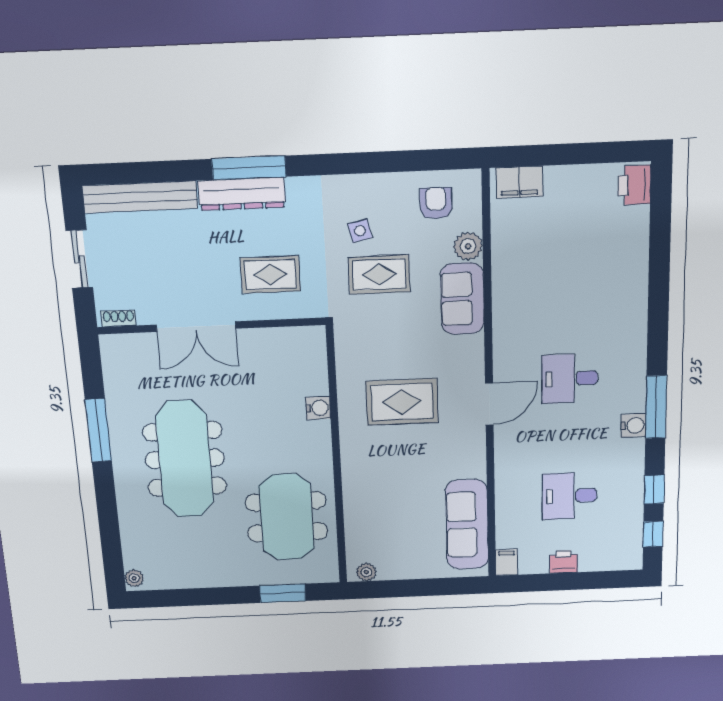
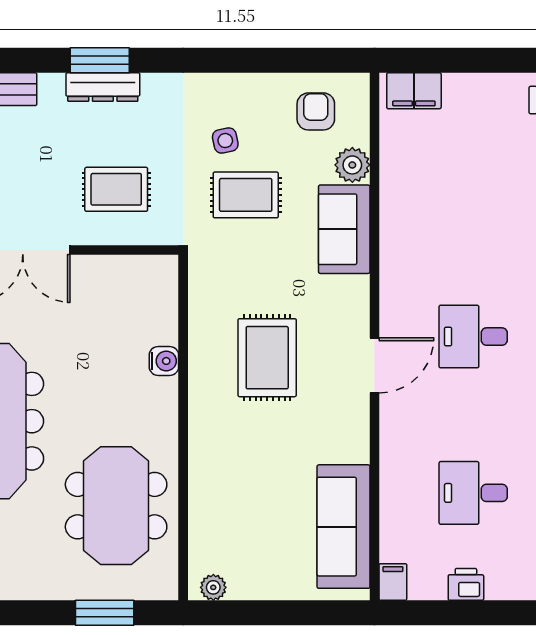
window: (249, 168) -> (100, 60), width x0.69
dresser: (242, 194) -> (103, 87), width x0.73, depth x0.80
rug: (402, 402) -> (267, 358), turned 90

